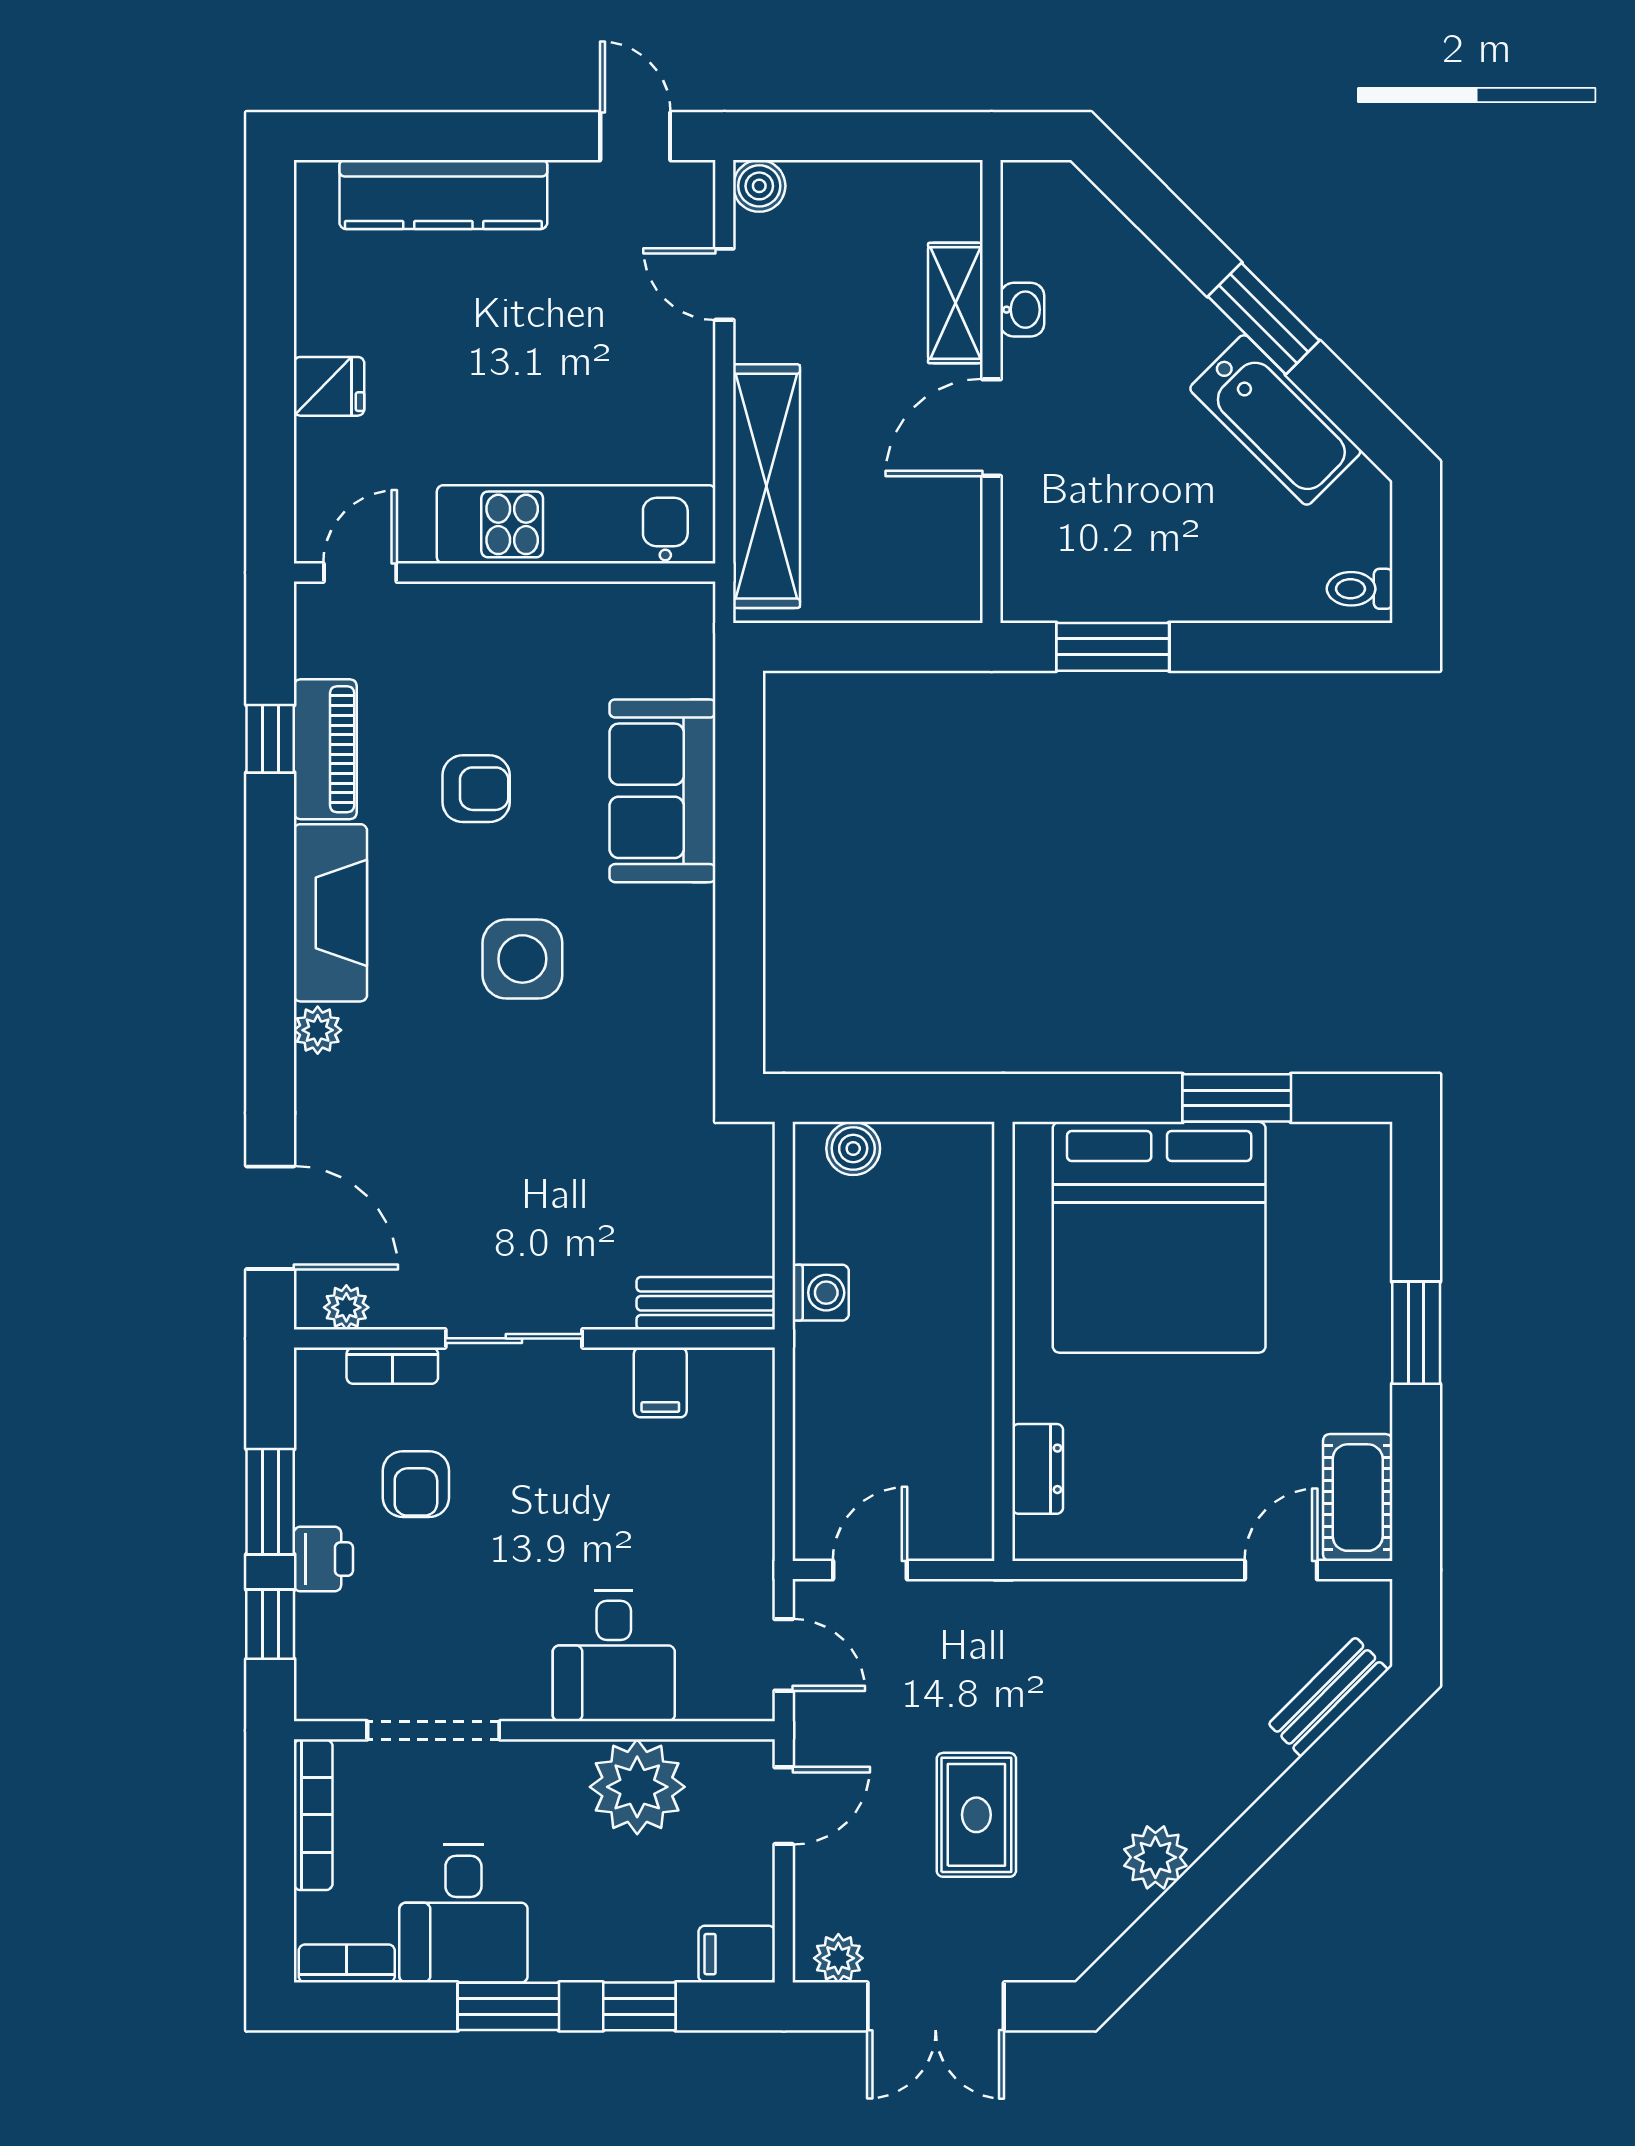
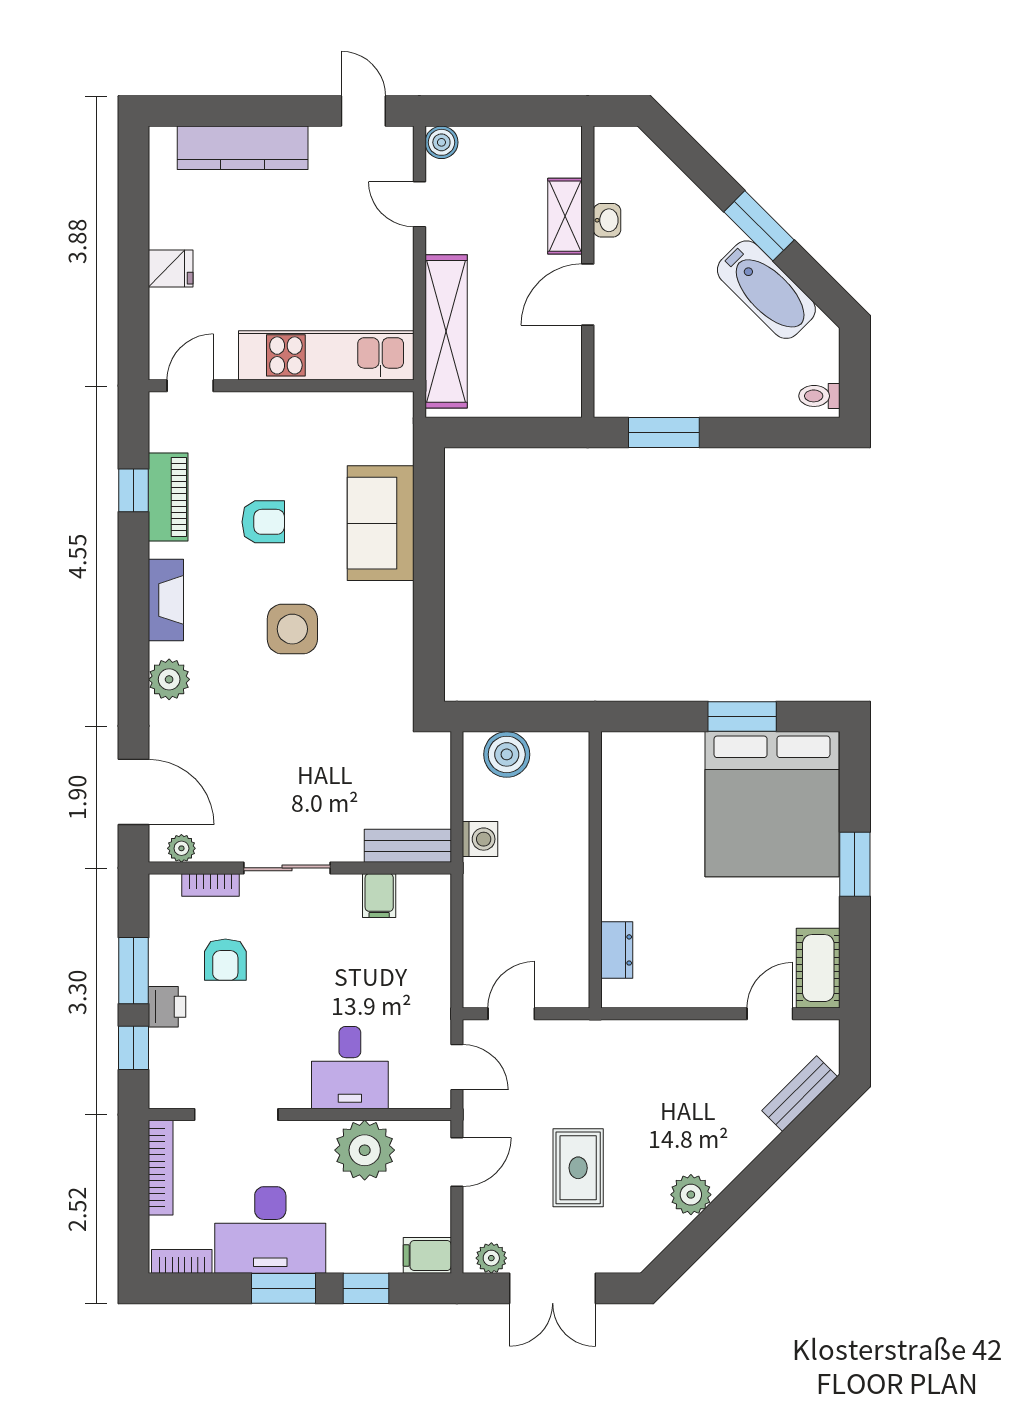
fireplace: (330, 913) -> (166, 600), width x0.73, depth x0.76
plant: (318, 1030) -> (169, 679), width x1.38, depth x1.38
boiler: (853, 1148) -> (507, 754), width x1.36, depth x1.36
bed: (1159, 1237) -> (772, 804), moved
desk: (463, 1914) -> (270, 1230), width x1.37

